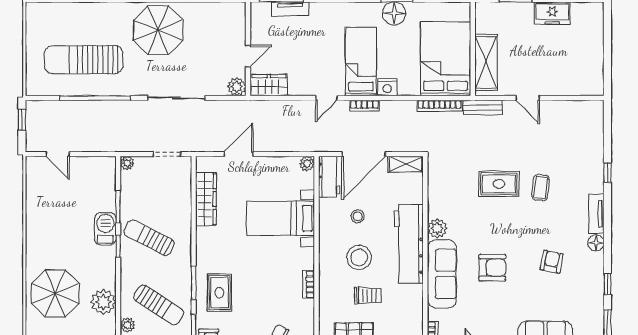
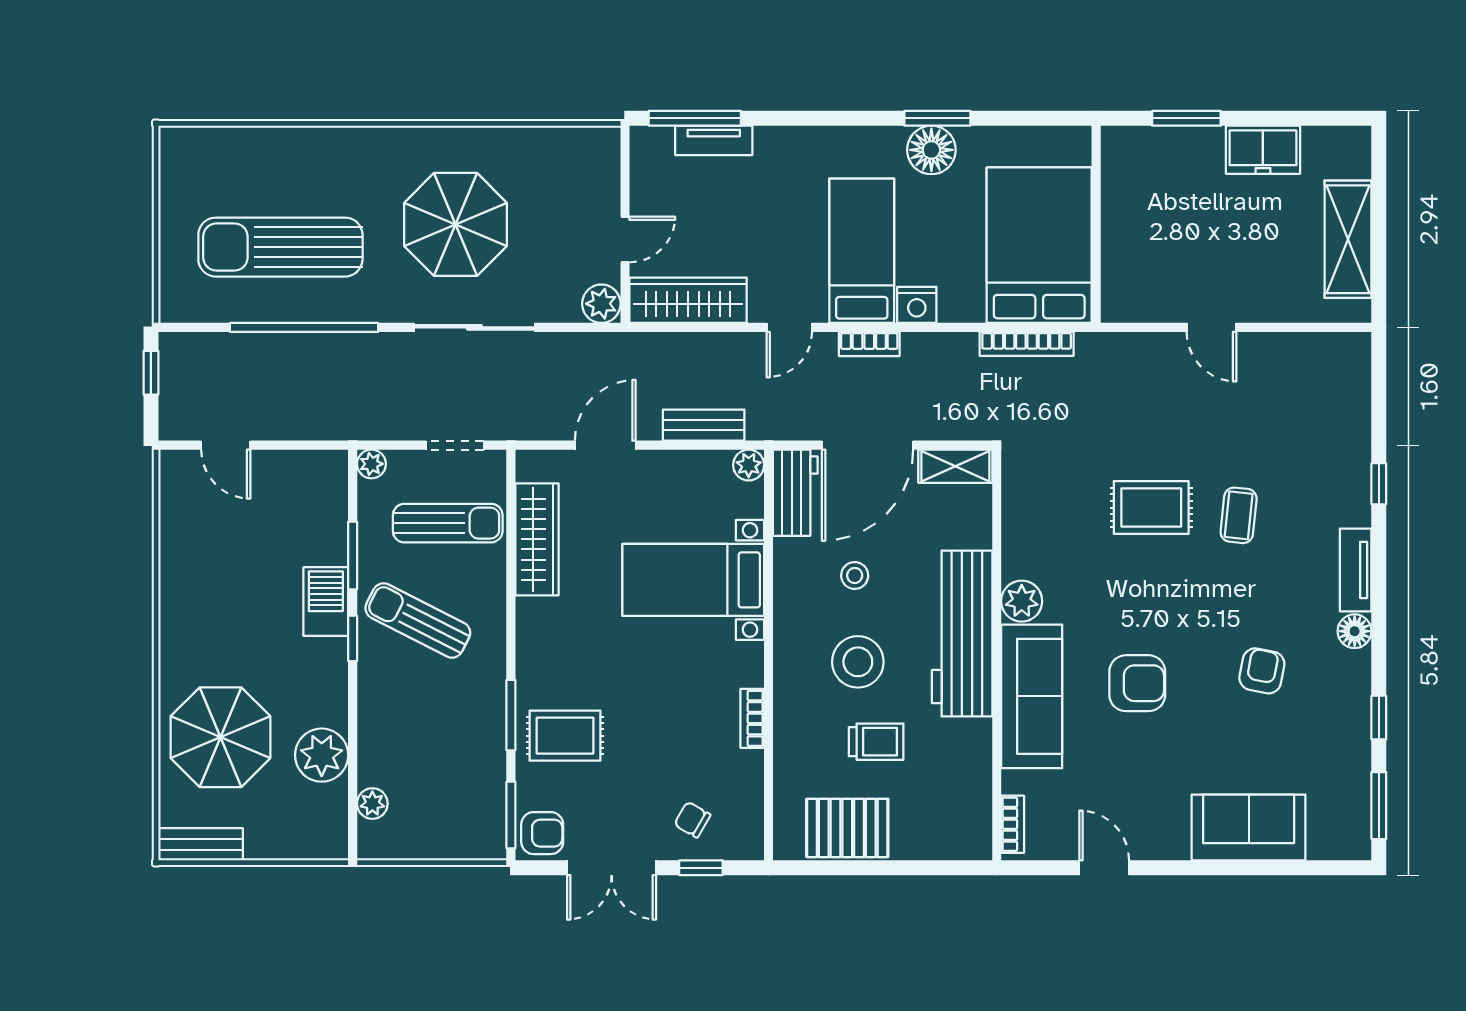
parasol: (158, 30) -> (455, 224), moved
shelving: (486, 62) -> (1348, 239), moved
wardrobe: (269, 85) -> (688, 300), width x1.50
bench: (483, 107) -> (704, 425), moved
rug: (219, 293) -> (565, 736), turned 90
sun lounger: (159, 305) -> (448, 523), moved, turned -33

